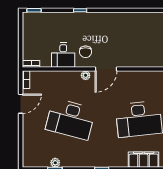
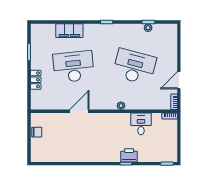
printer: (77, 20) -> (129, 155), added
chair: (86, 52) -> (121, 127), removed
door: (106, 69) -> (79, 111), moved

